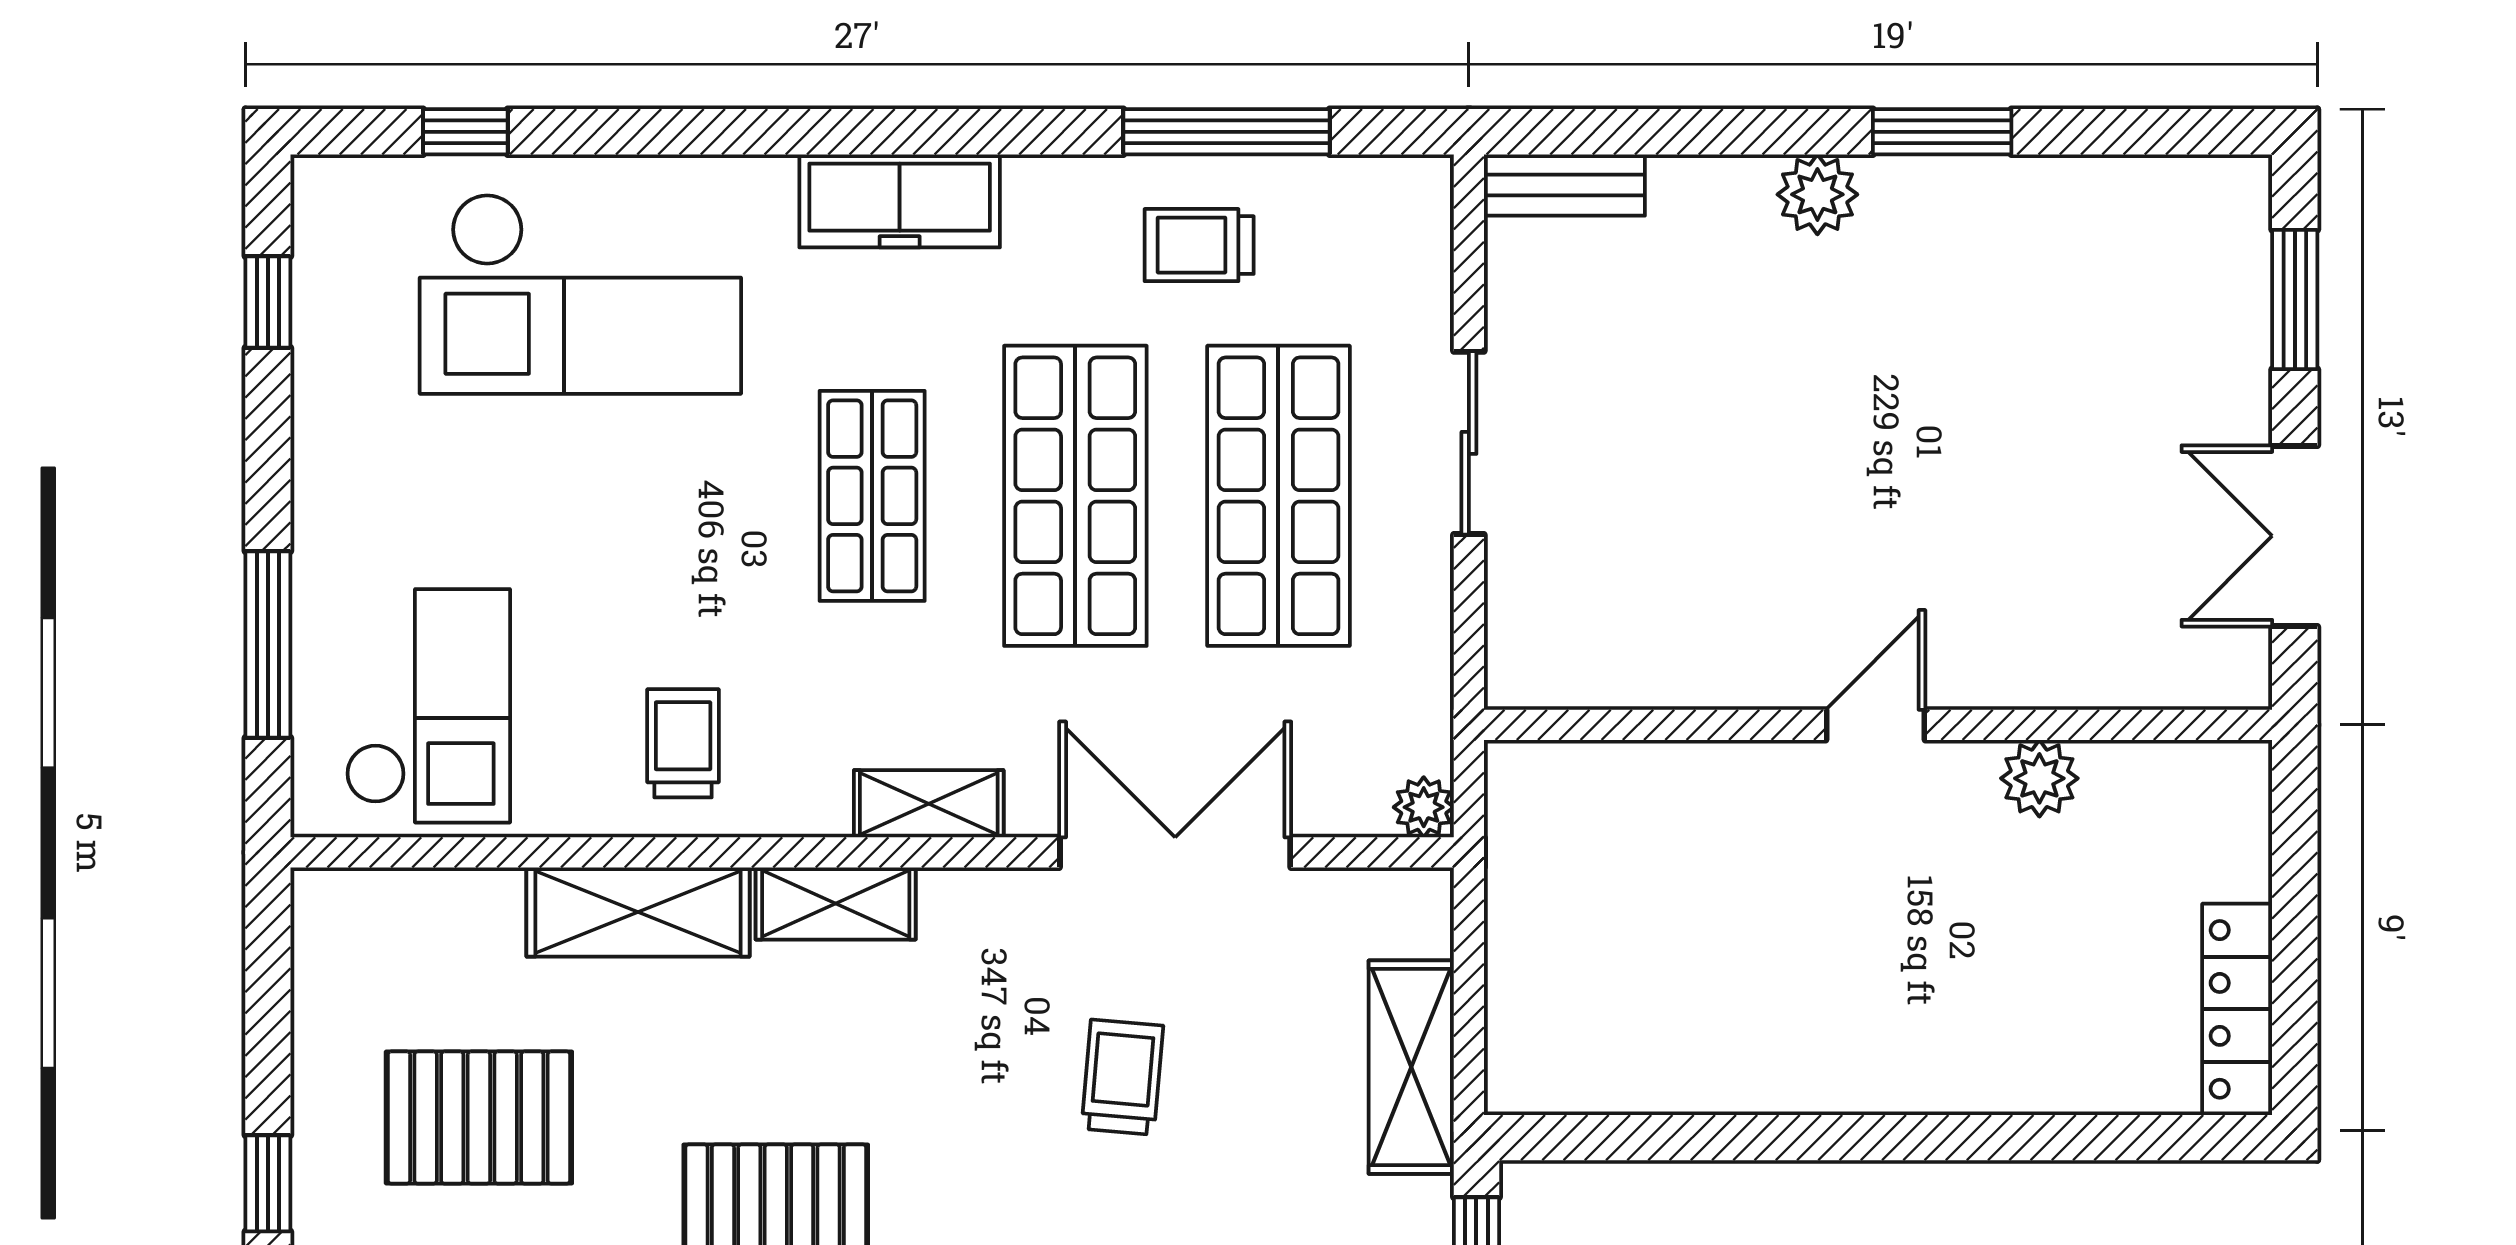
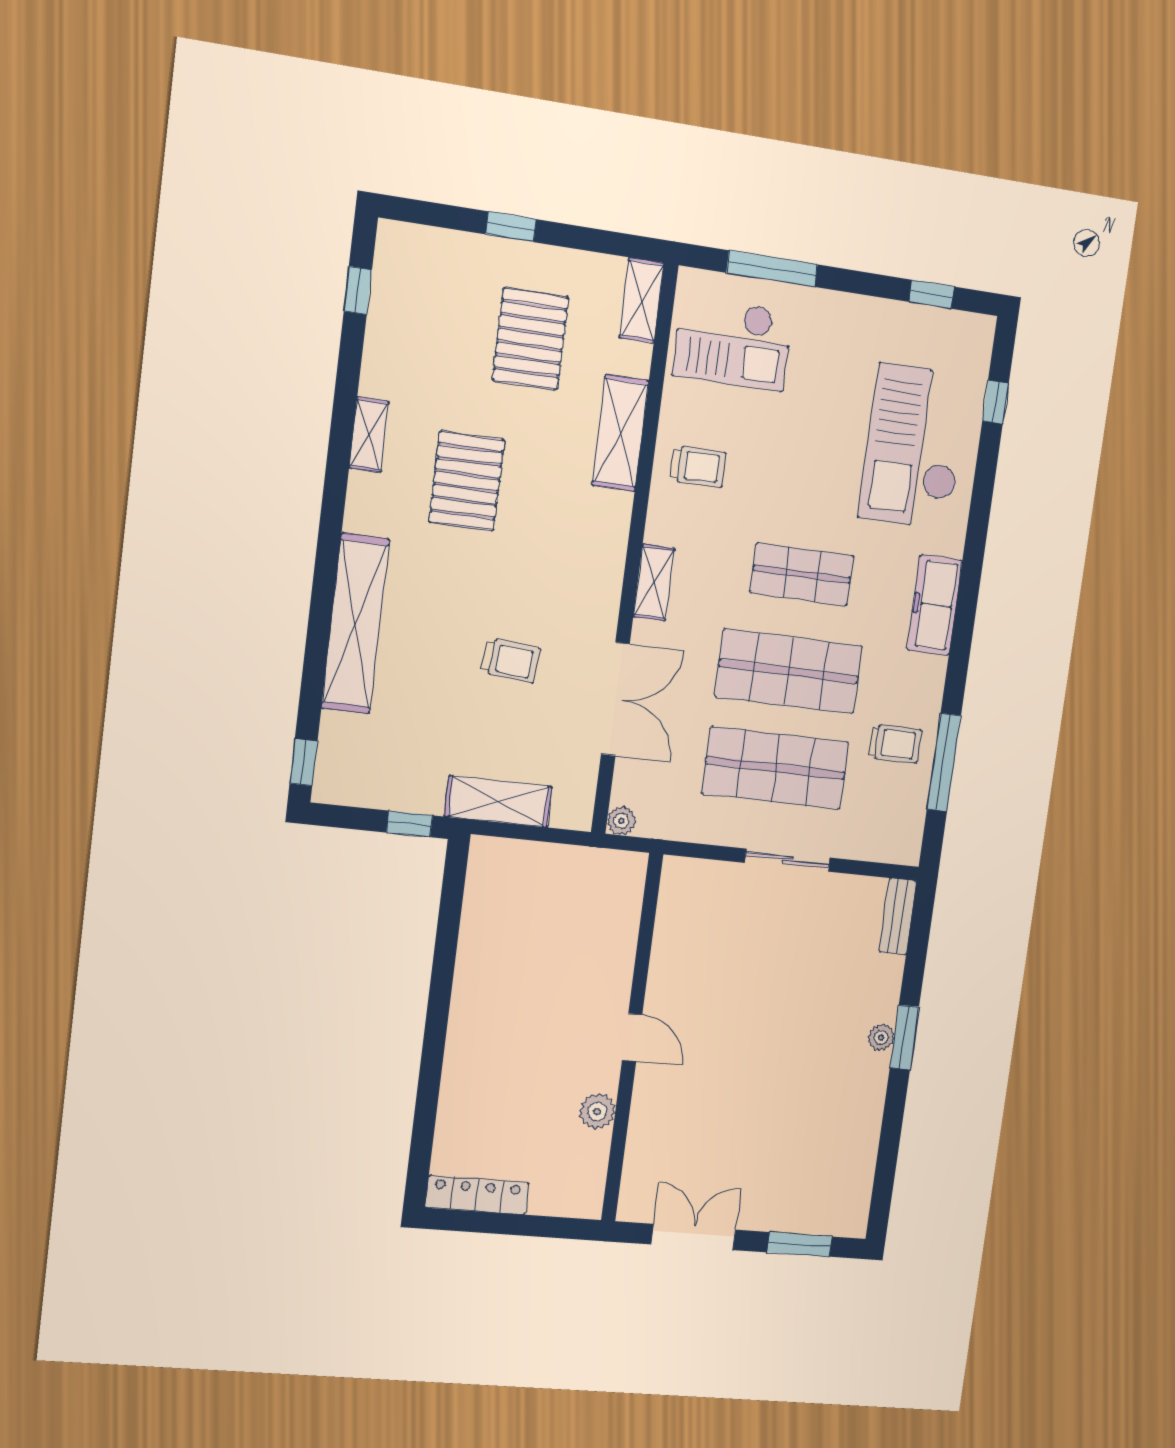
window: (1942, 132) -> (904, 1037), moved
plant: (1817, 194) -> (881, 1037), width x0.73, depth x0.73
trolley: (1199, 245) -> (895, 744), turned 90
shelving: (836, 903) -> (642, 300), moved

